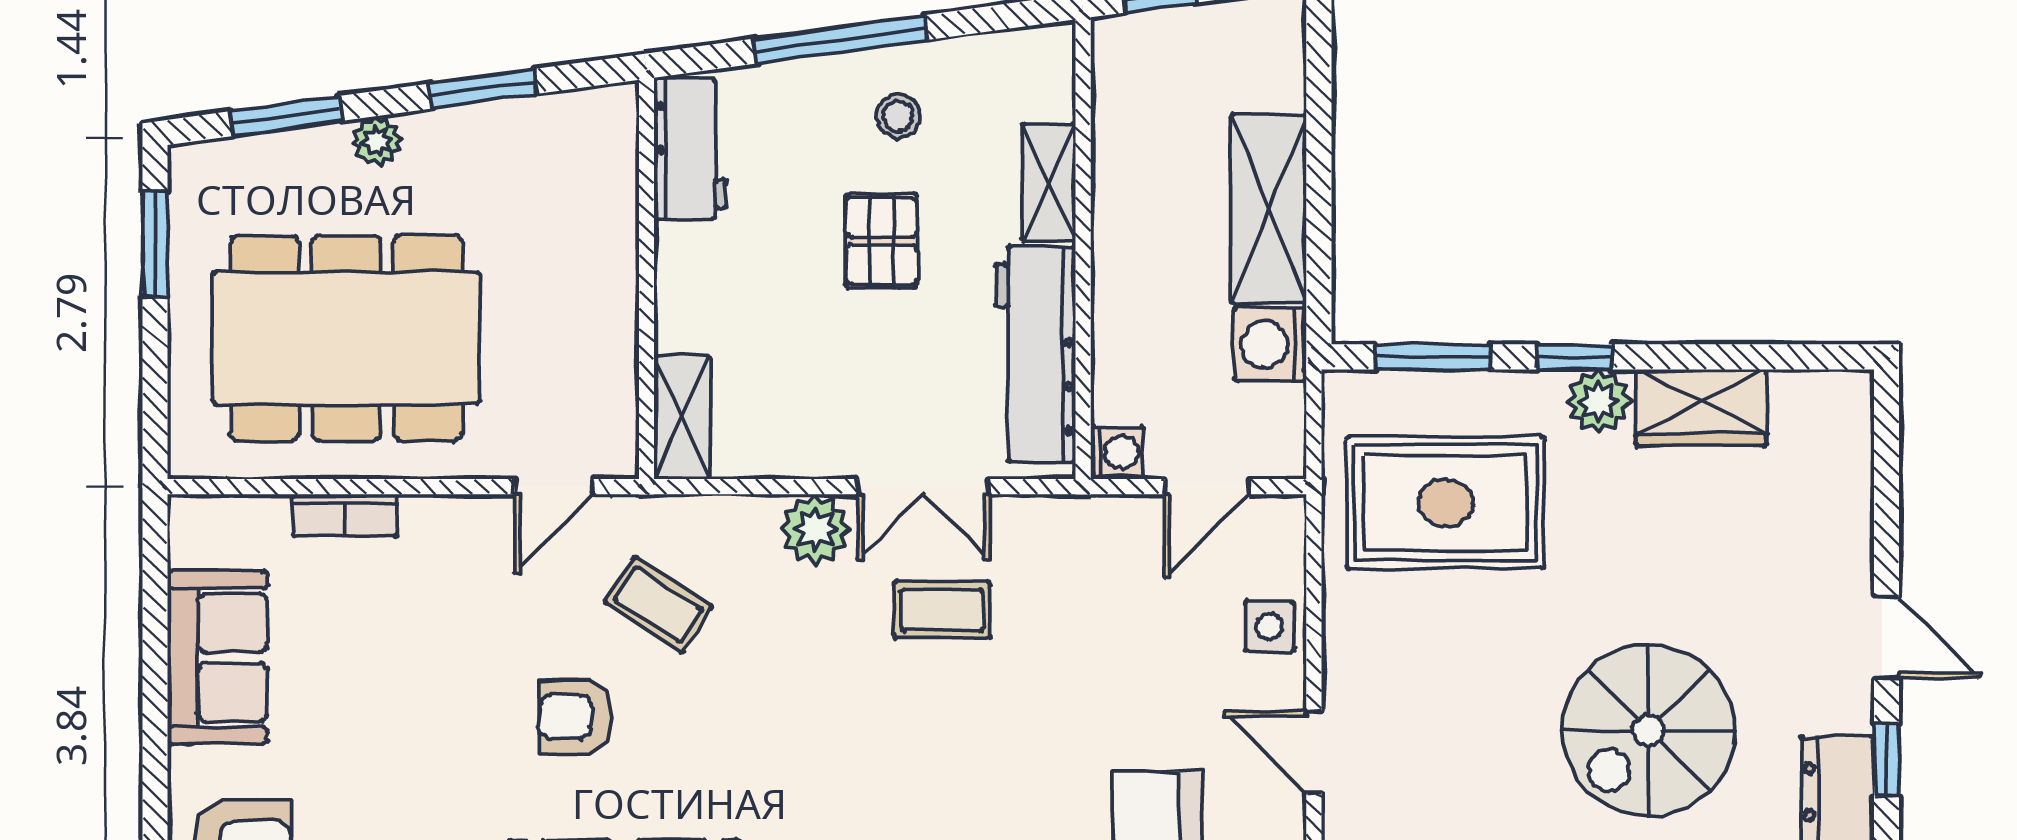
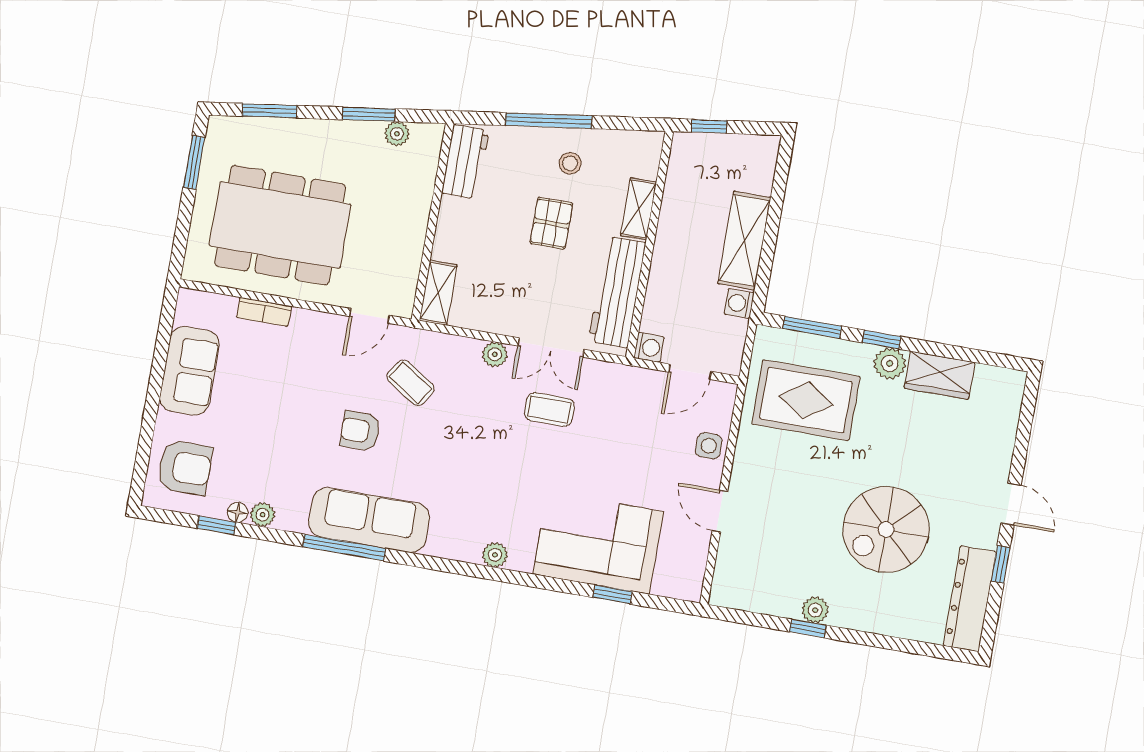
plant: (377, 141) -> (397, 134), moved
washing machine: (1270, 344) -> (739, 303), width x0.73, depth x0.73
plant: (815, 529) -> (495, 354), width x0.73, depth x0.73

